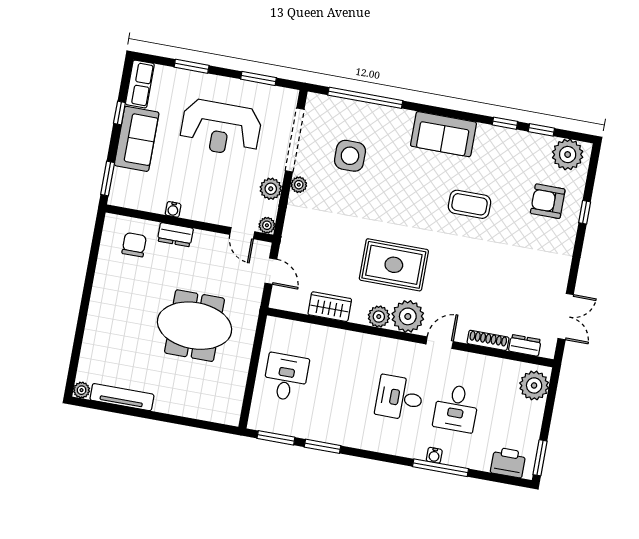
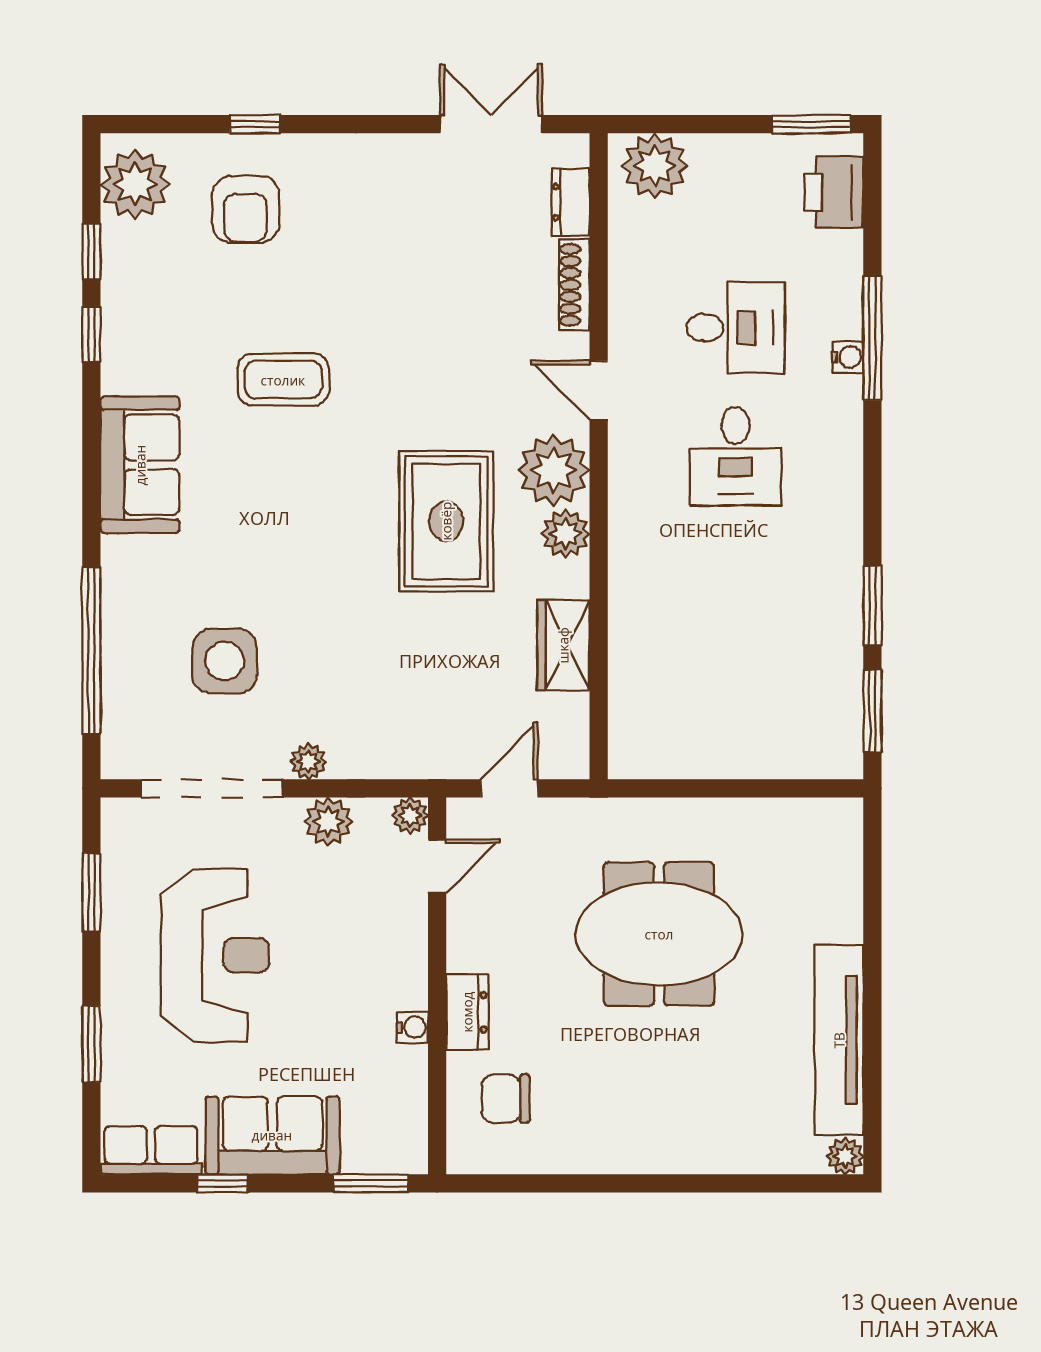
coffee table: (470, 204) -> (283, 380), turned 90
meeting table: (195, 326) -> (659, 934), turned 90
desk: (286, 377) -> (735, 713), removed
tv unit: (122, 397) -> (839, 1040), width x1.36, depth x1.29

